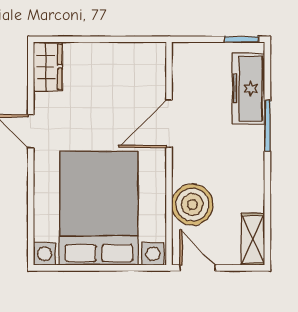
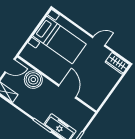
bed with nightstands: (99, 208) -> (59, 40), width x0.73

